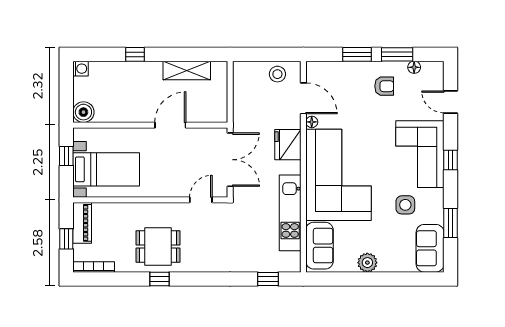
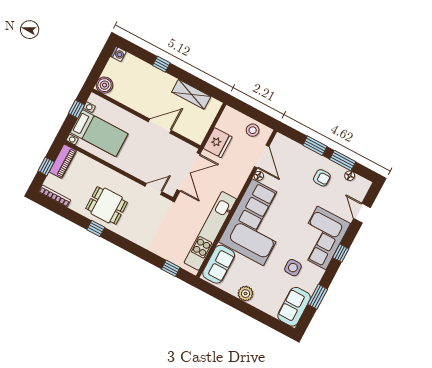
fridge: (288, 145) -> (218, 143), moved, turned 180
kitchen unit: (290, 213) -> (210, 231), width x1.36

